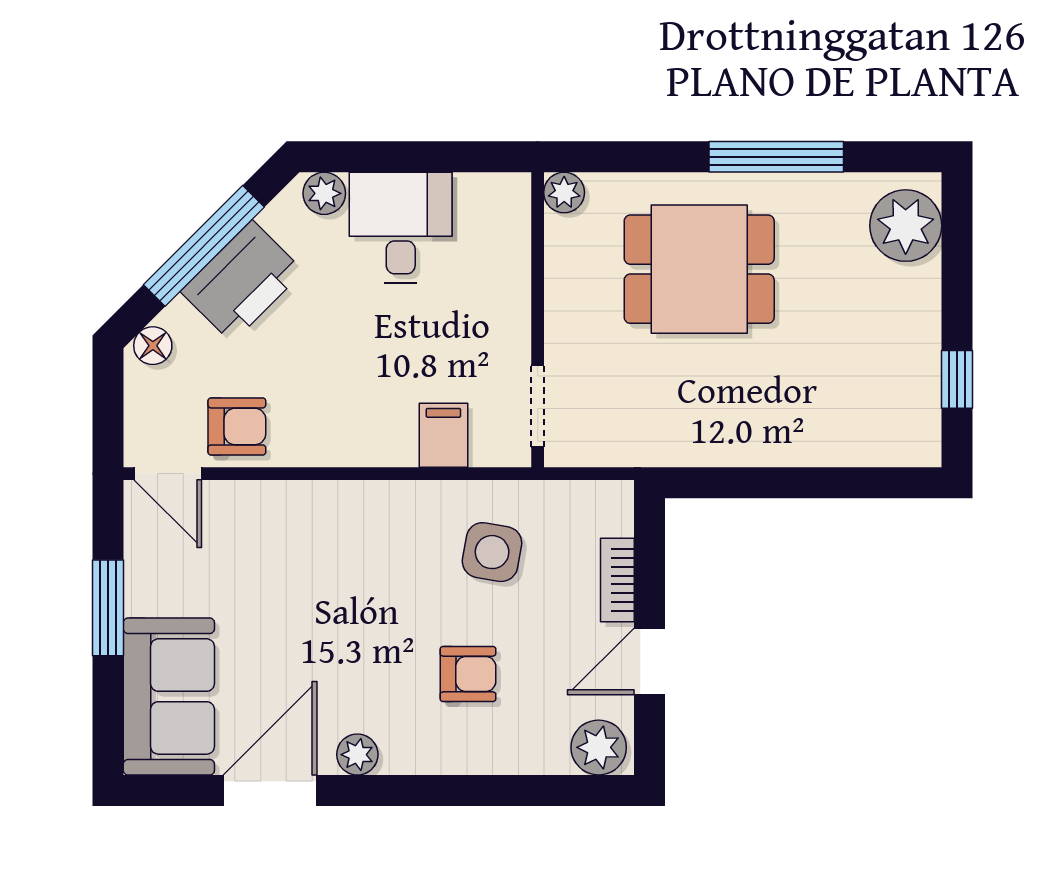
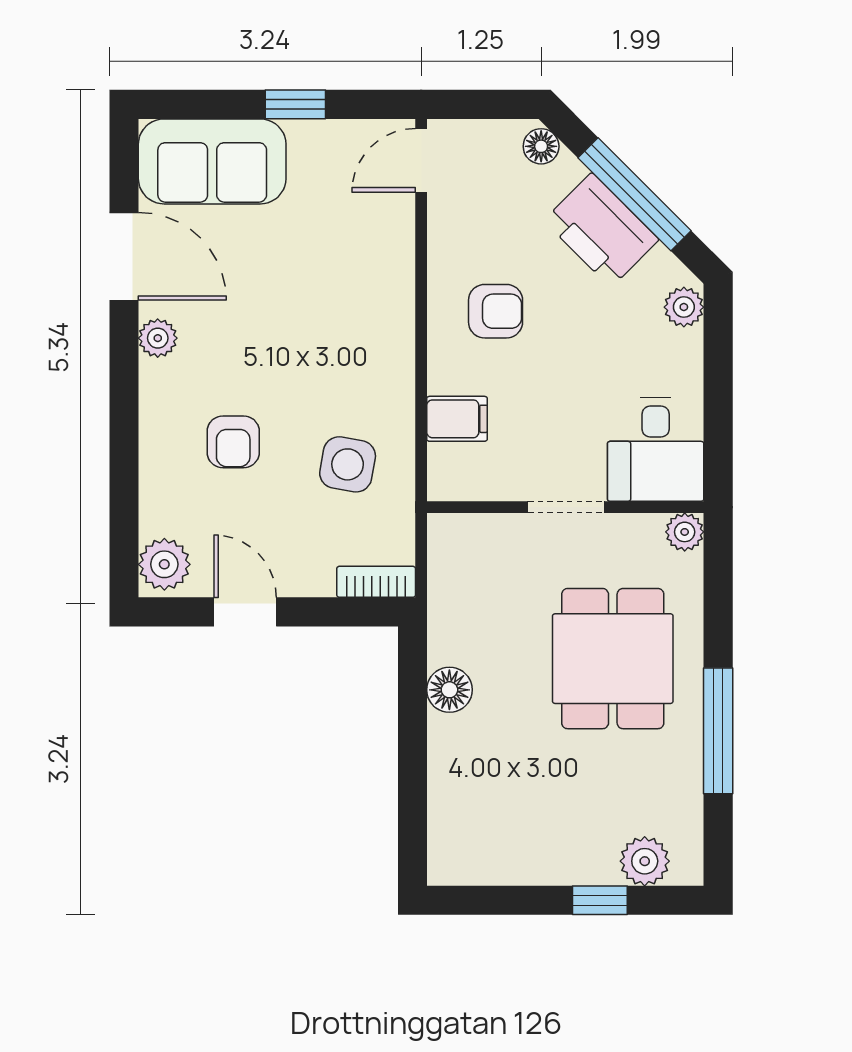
plant: (906, 226) -> (645, 861), width x0.73, depth x0.73
desk: (401, 227) -> (656, 450), moved, turned 90
window: (957, 379) -> (600, 900), moved
doorway: (538, 406) -> (566, 507), moved
armchair: (237, 426) -> (496, 311), moved, turned -90
floor lamp: (732, 443) -> (449, 690), added
bookcase: (617, 580) -> (376, 582), moved
window: (108, 608) -> (295, 104), width x0.67

